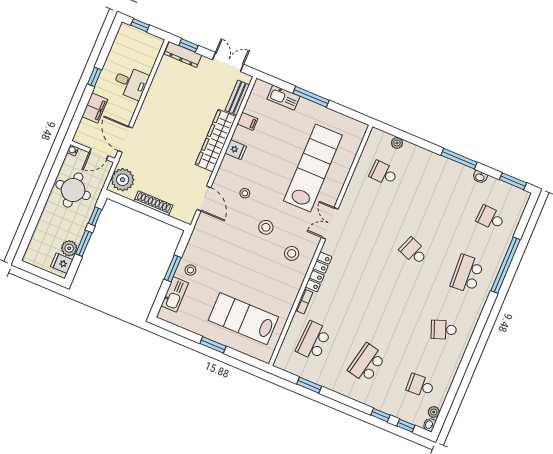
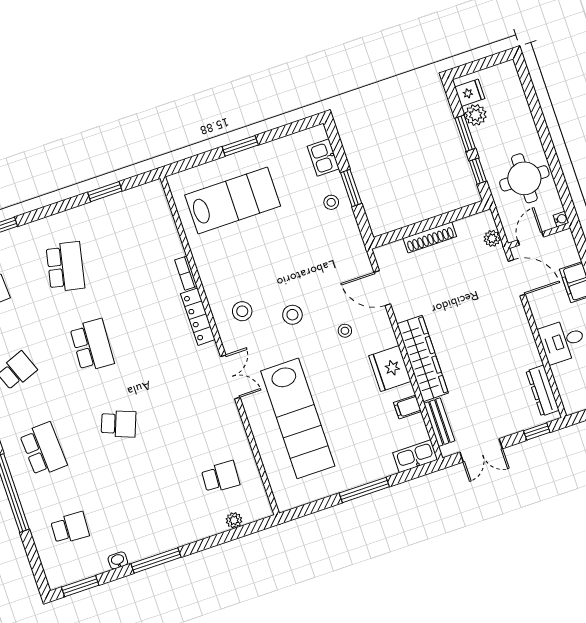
dresser: (183, 55) -> (543, 391), moved, turned -90
kitchen sink: (283, 98) -> (415, 456), moved
fridge: (236, 150) -> (390, 369), width x1.88, depth x1.34
plant: (123, 180) -> (492, 238), width x0.53, depth x0.53
kitchen sink: (175, 294) -> (323, 158), width x0.73
school desk: (313, 341) -> (92, 345), moved

